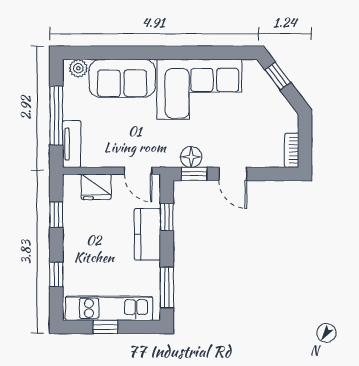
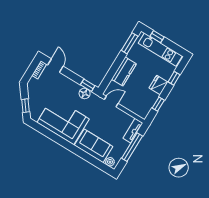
door: (138, 171) -> (111, 102), hinge flipped
door: (233, 174) -> (55, 66), moved
fridge: (96, 187) -> (158, 85), moved, turned -90
window: (167, 217) -> (111, 74), removed
window: (105, 327) -> (157, 37), moved

